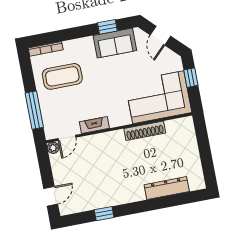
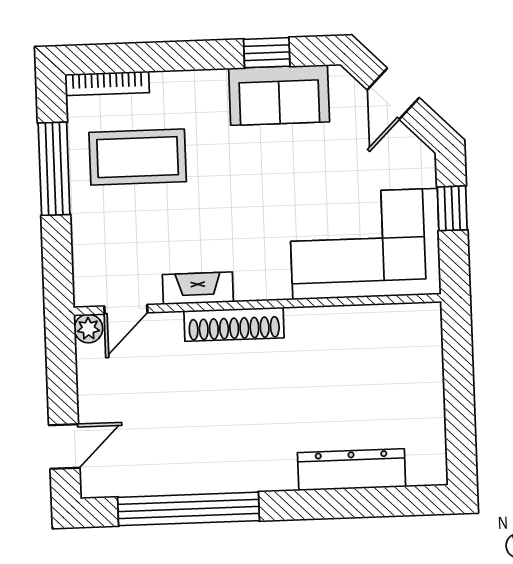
window: (34, 110) -> (54, 169), moved
shoe rack: (145, 131) -> (234, 324), moved
window: (104, 214) -> (188, 509), width x3.17

